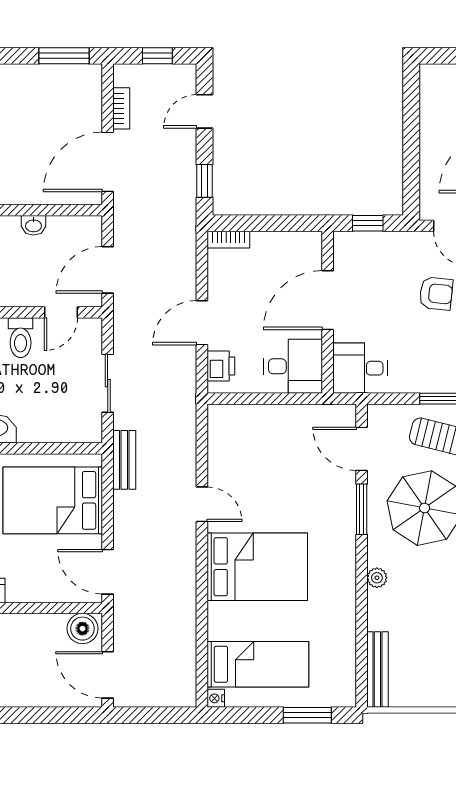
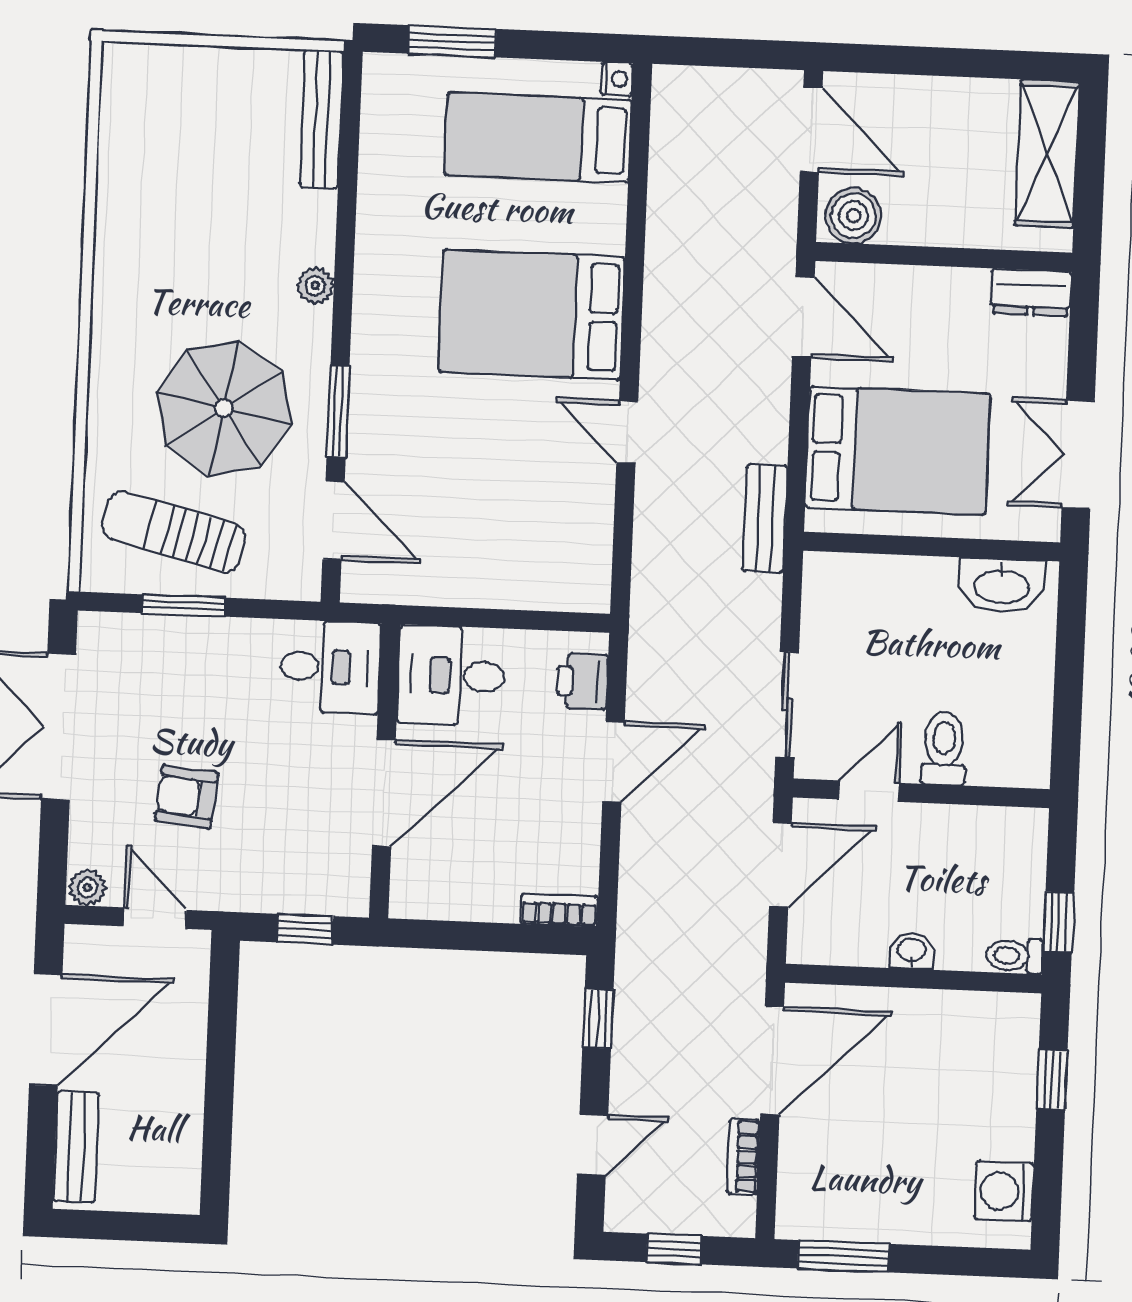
sliding door: (108, 383) -> (787, 704), moved

